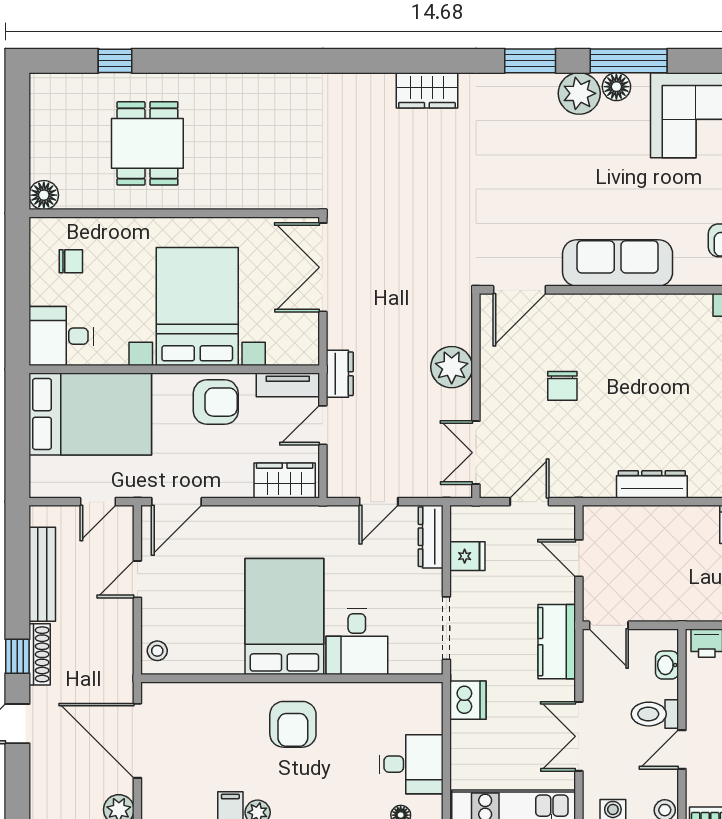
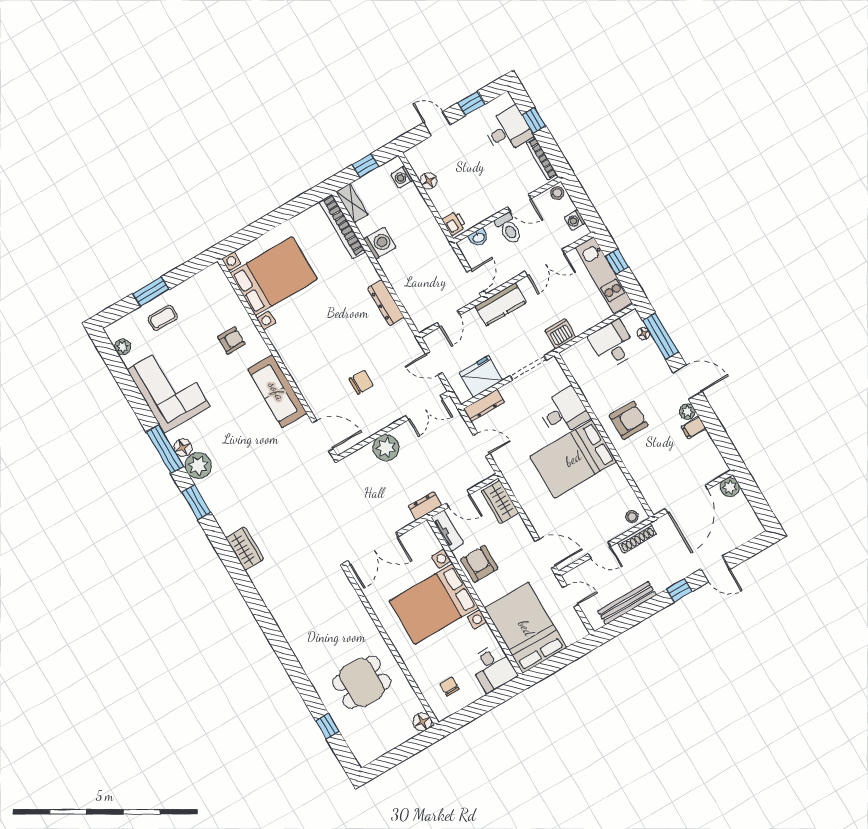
fridge: (467, 556) -> (481, 376), width x1.88, depth x1.34
shoe rack: (40, 654) -> (637, 538), moved, turned 180

